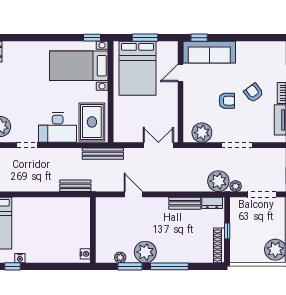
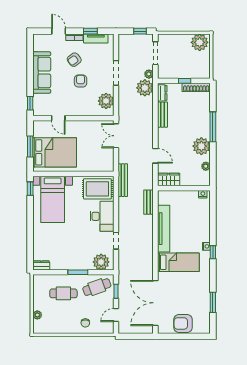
sofa: (209, 52) -> (42, 72), moved
door: (133, 194) -> (155, 156), swing flipped
tv unit: (42, 205) -> (164, 229), added
wardrobe: (104, 211) -> (169, 179), added
window: (130, 266) -> (213, 158), removed

